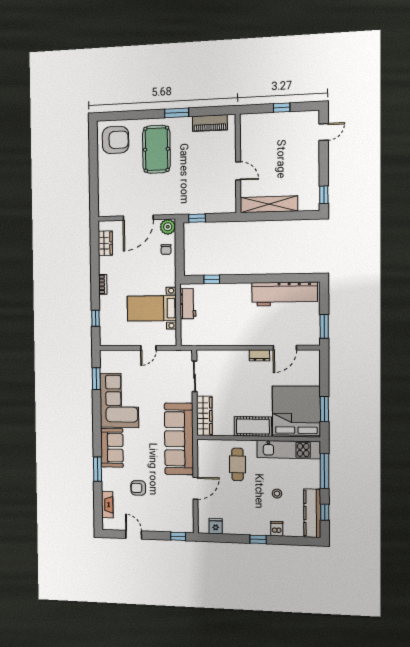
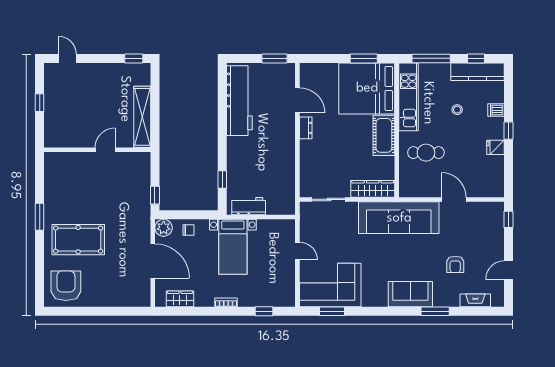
piano: (210, 123) -> (52, 180), removed
bed with nightstands: (152, 308) -> (233, 247), moved
corner sofa: (119, 400) -> (330, 285), moved
fridge: (216, 526) -> (496, 147), moved

